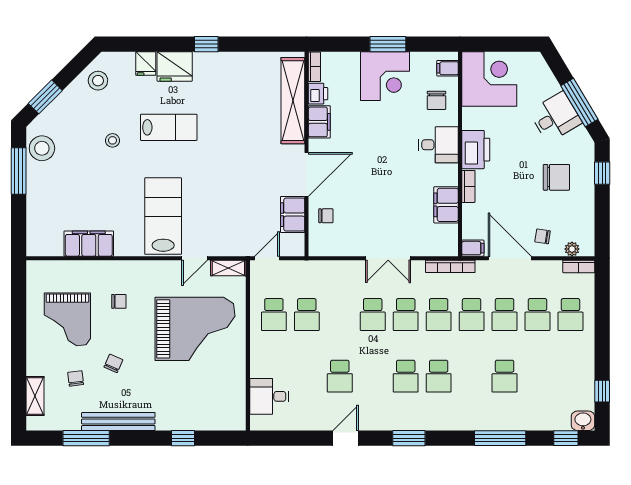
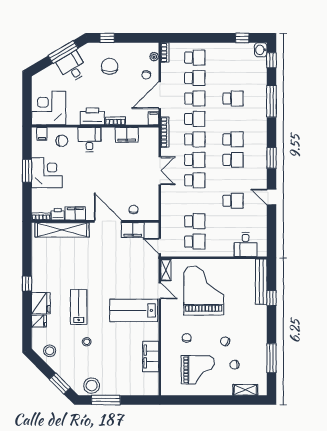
bench: (118, 421) -> (261, 282), moved

